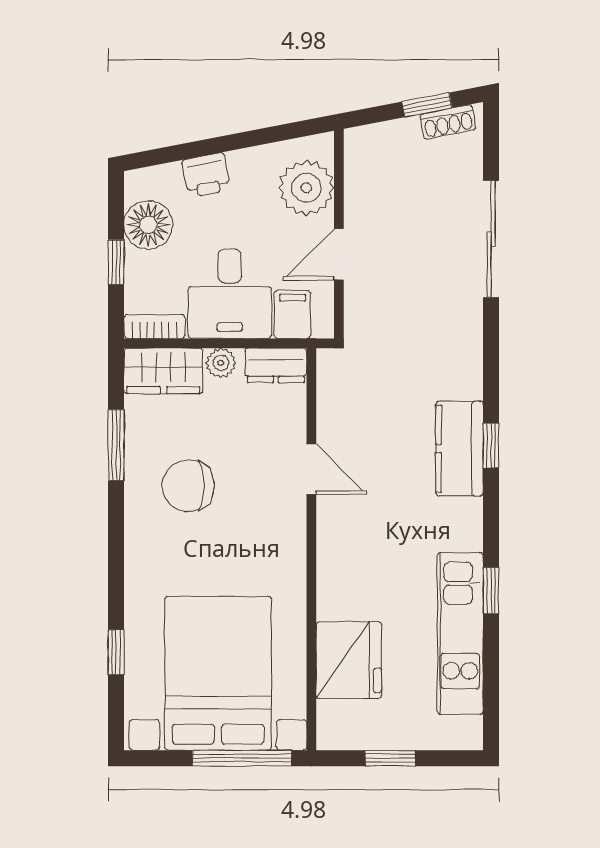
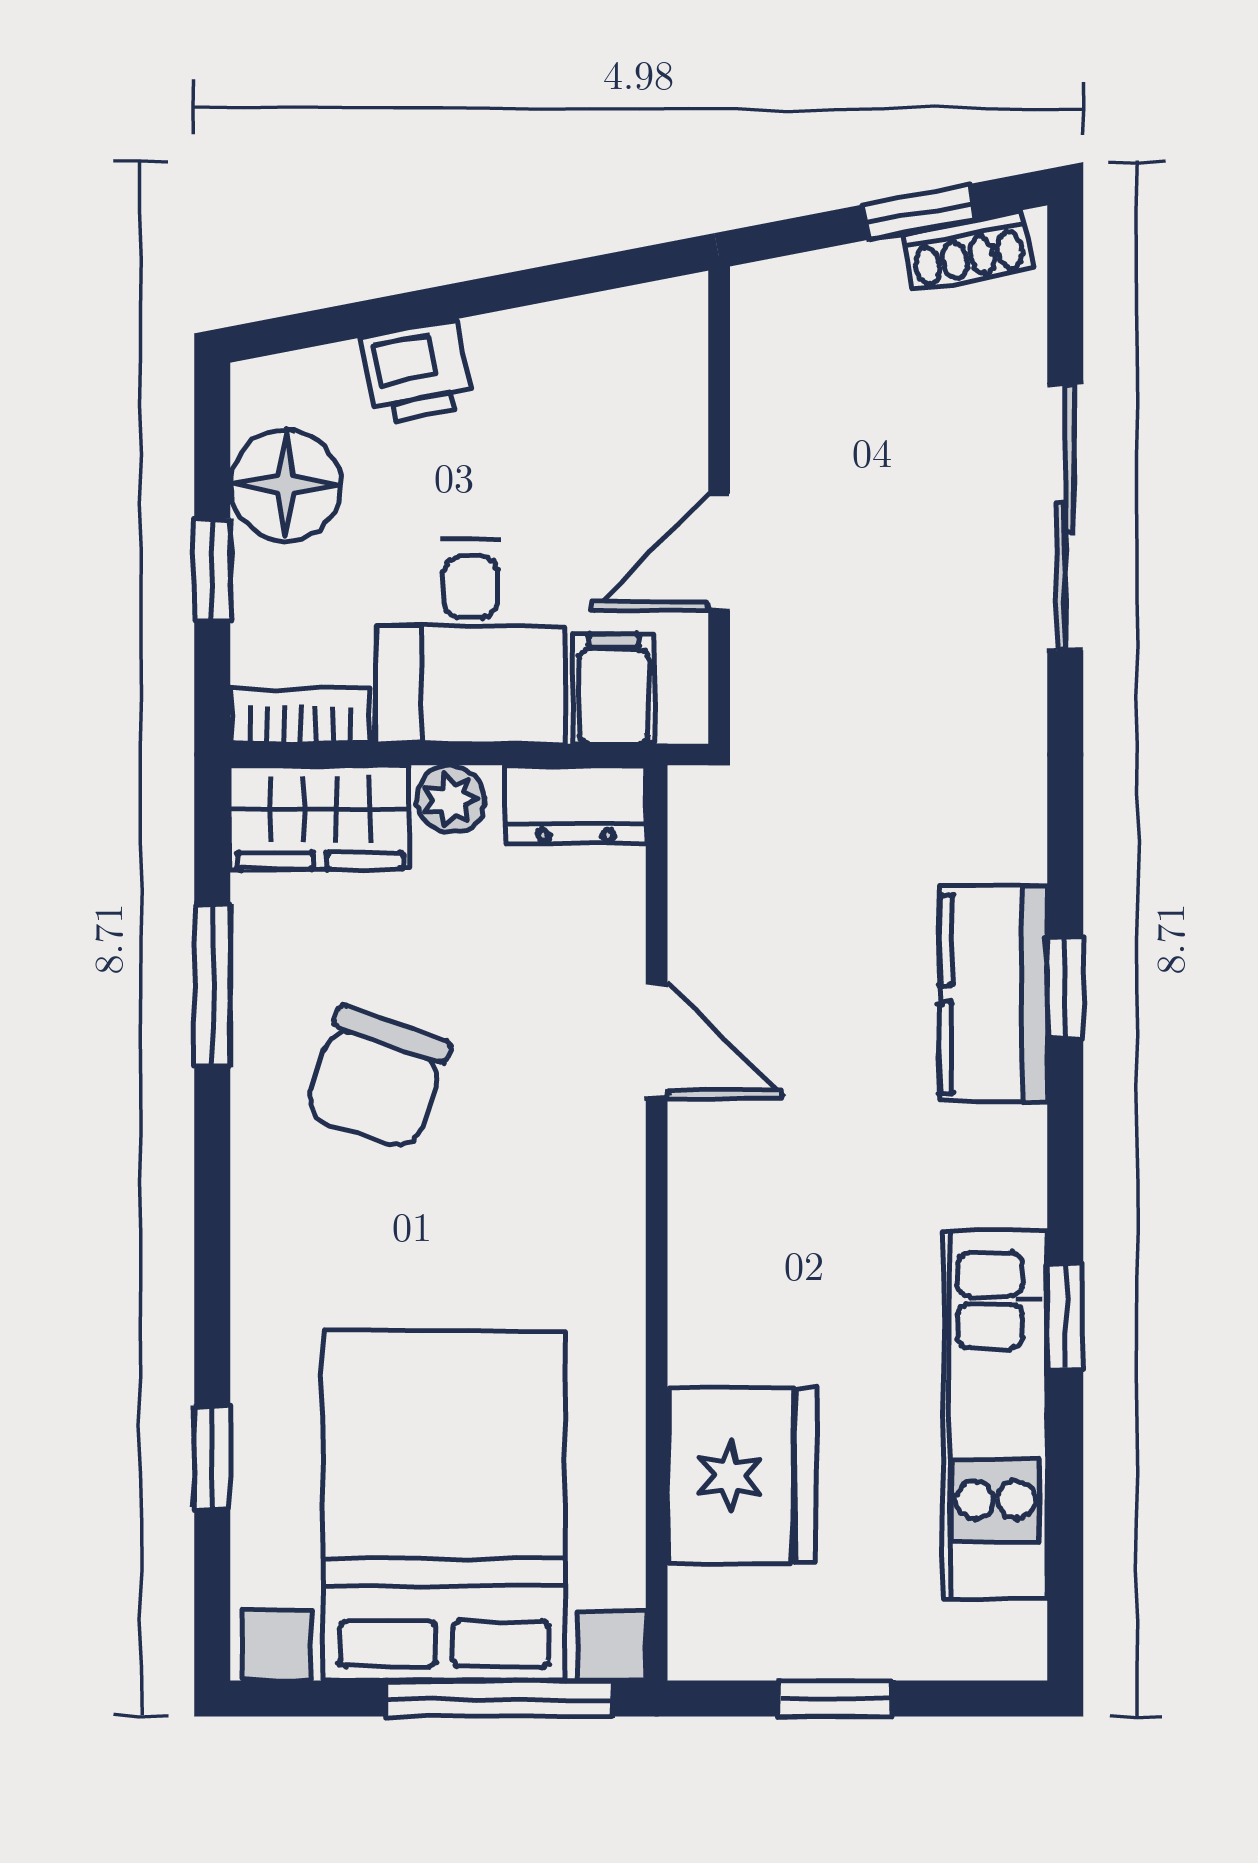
plant: (306, 188) -> (645, 401), removed
chair: (188, 486) -> (377, 1078), turned -71

